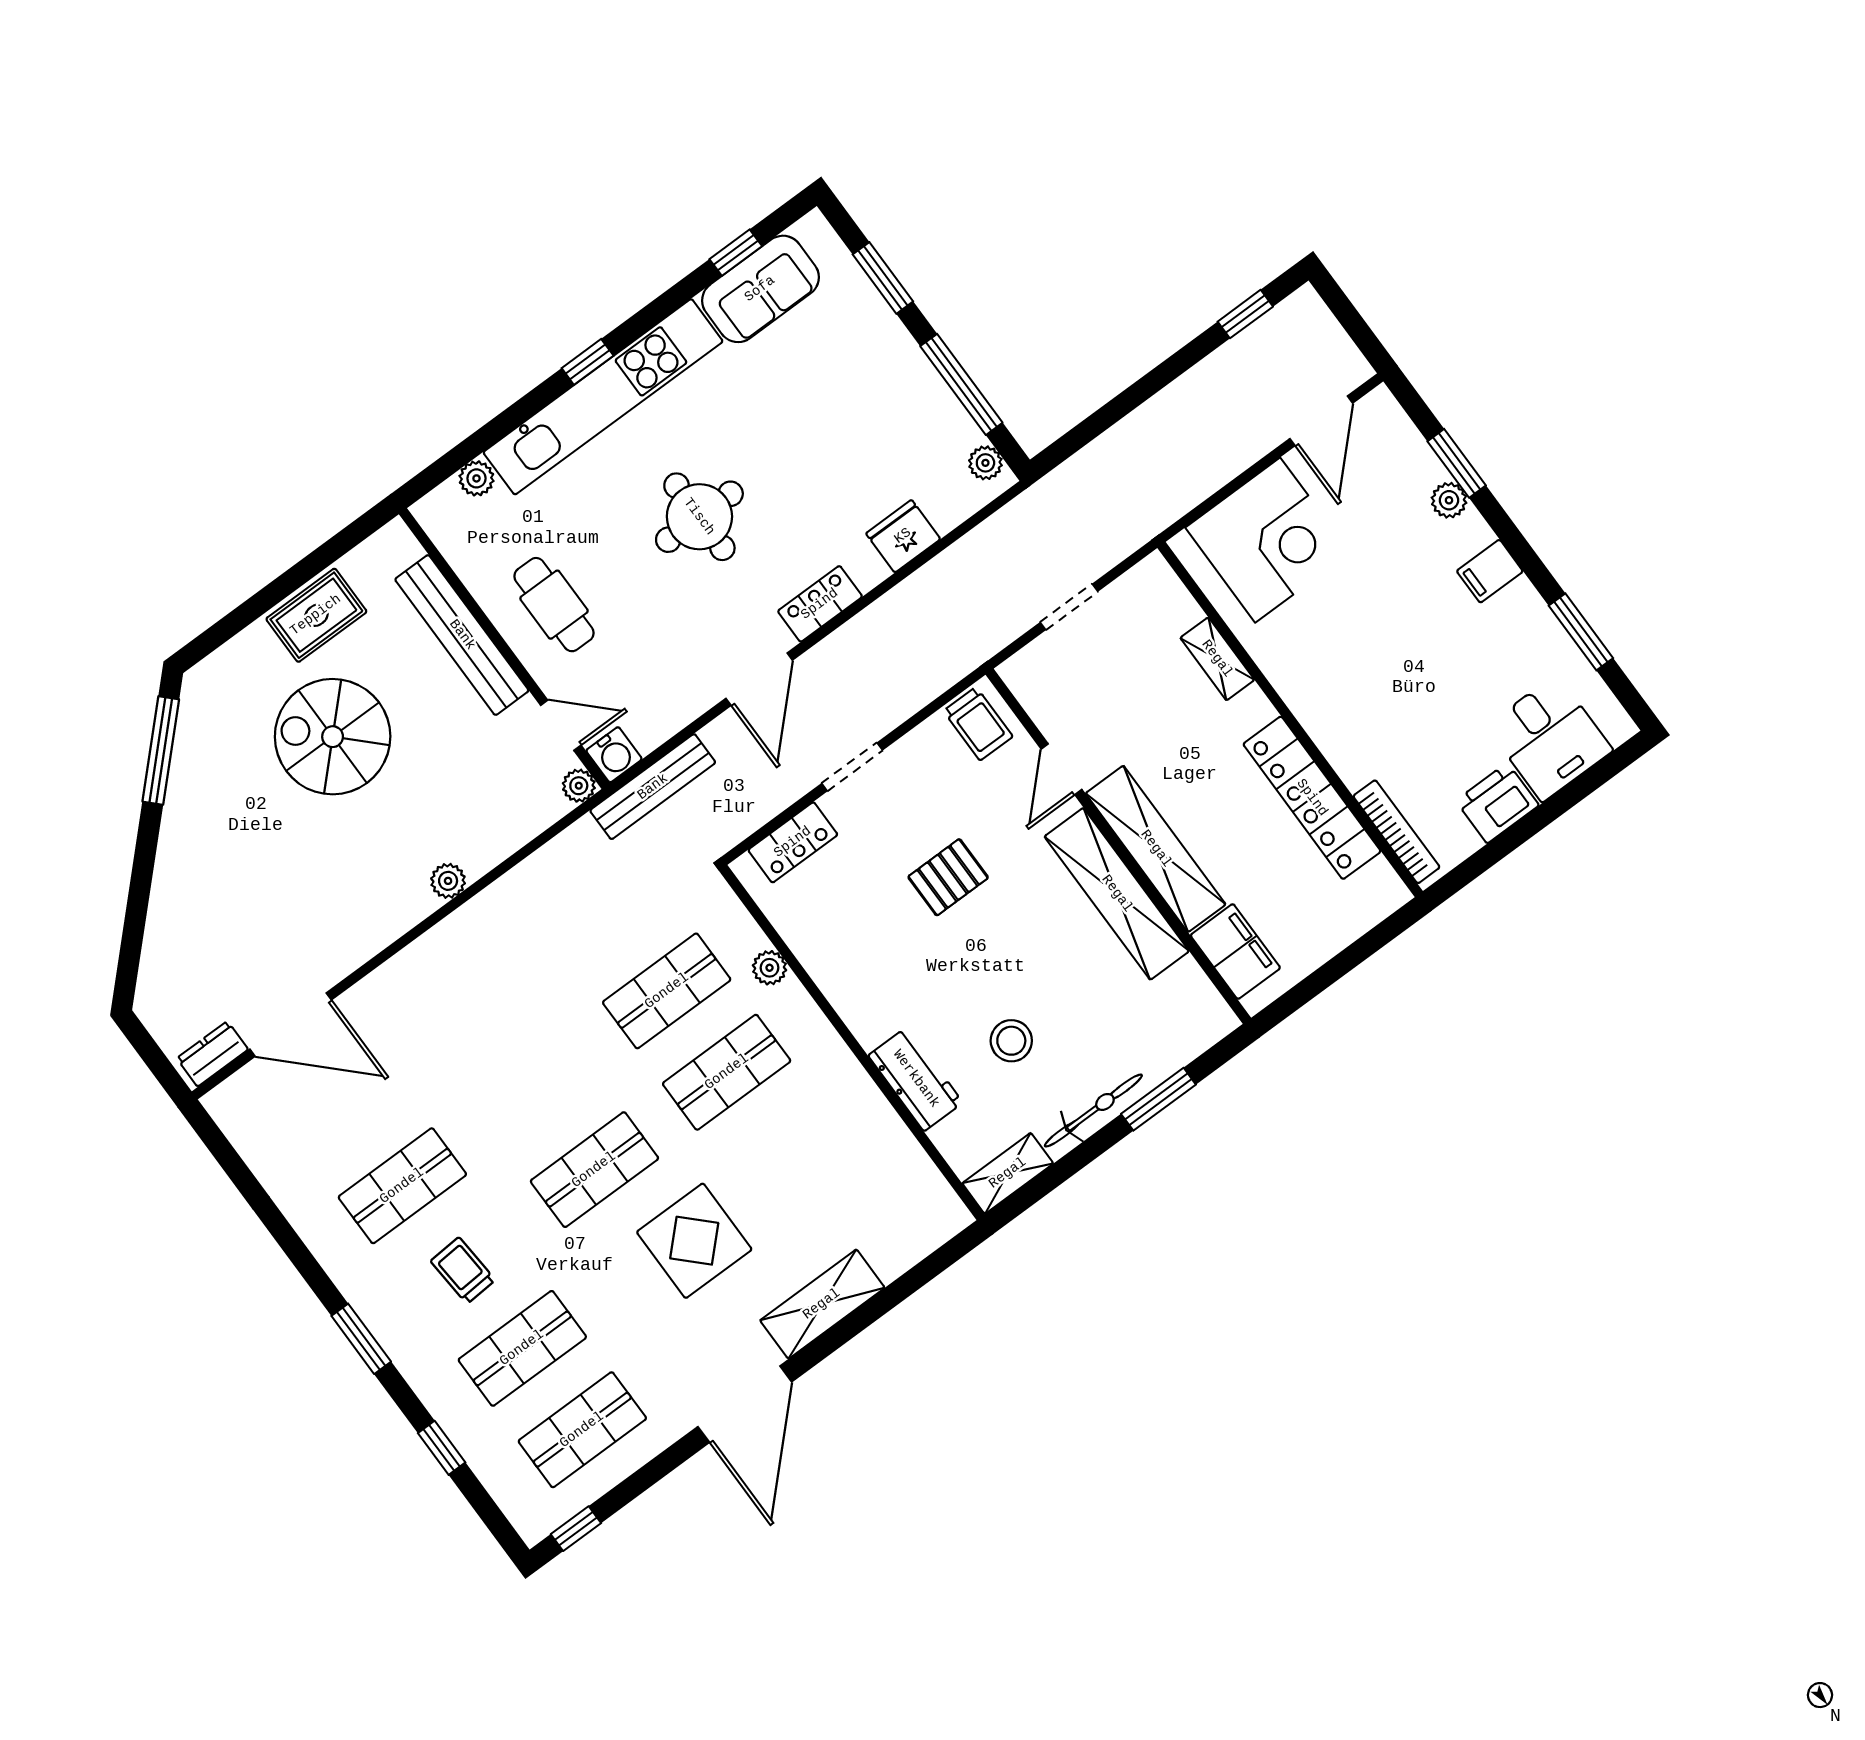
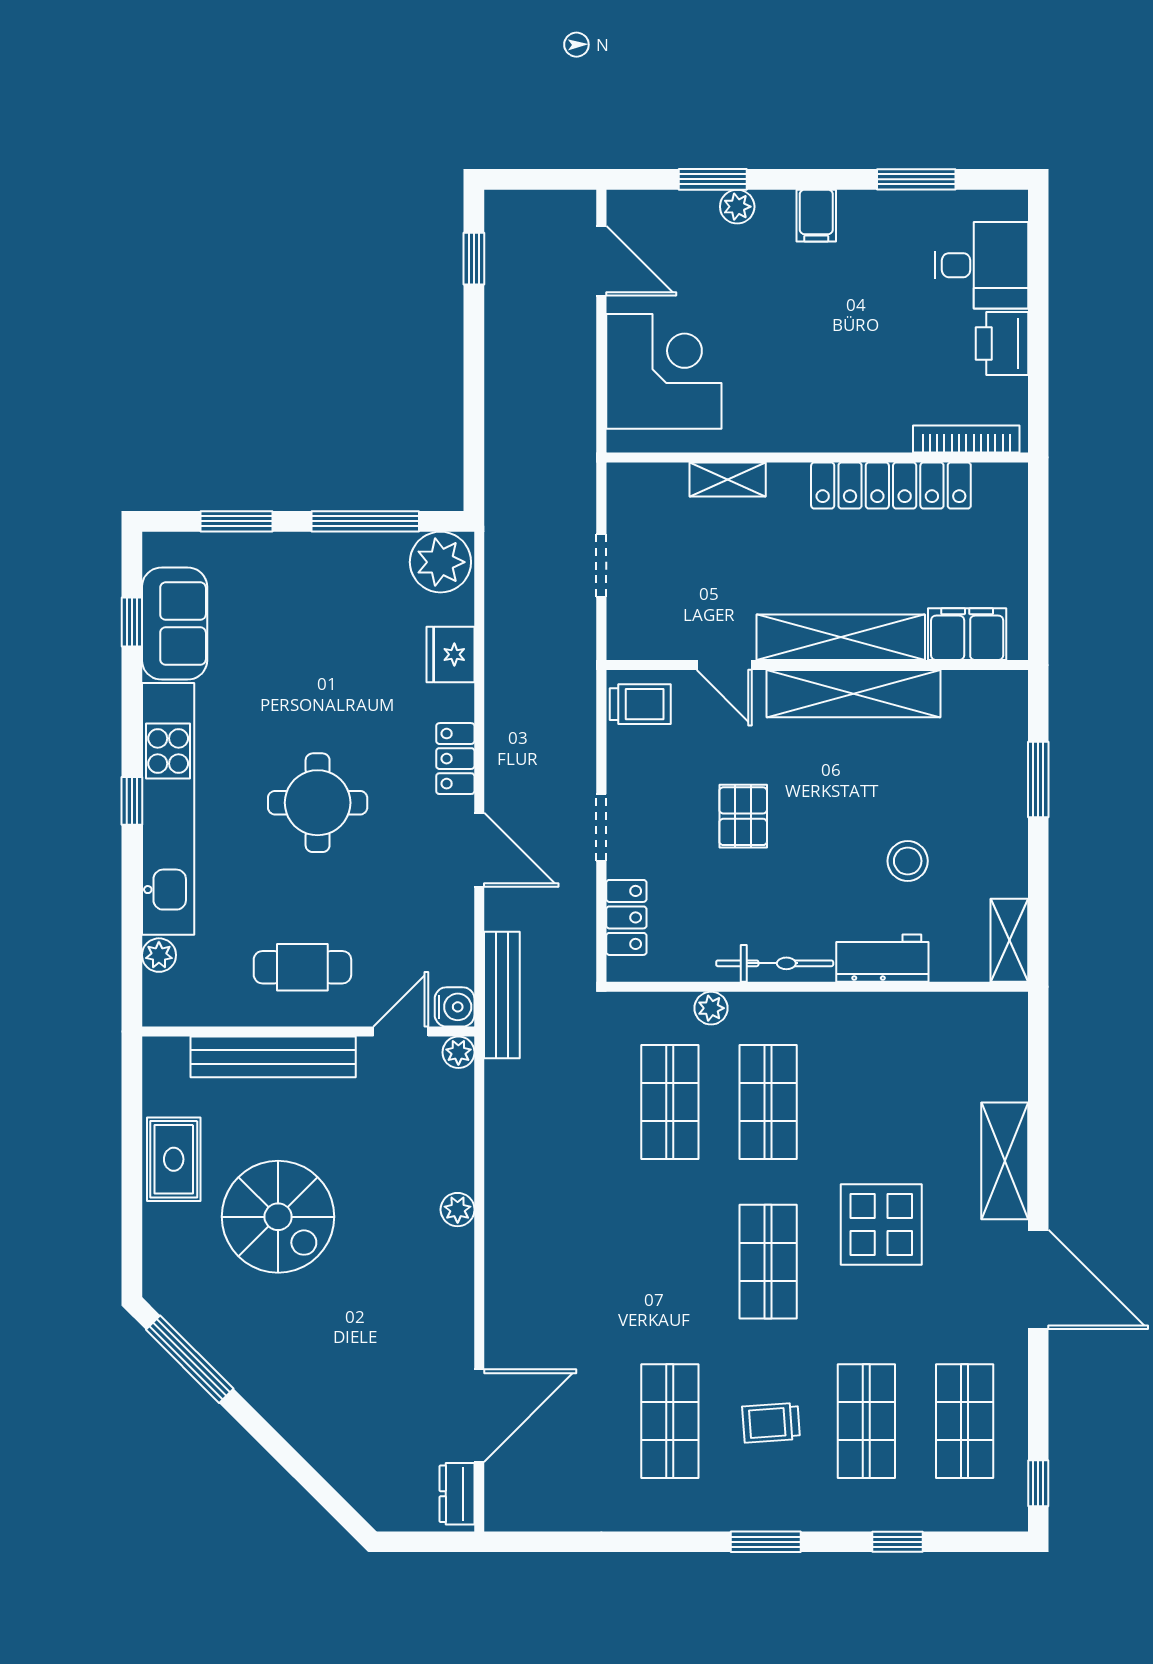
plant: (985, 463) -> (440, 562), width x1.88, depth x1.88
spiral stairs: (333, 737) -> (278, 1217), turned -90
bicycle: (1093, 1111) -> (775, 963), moved, turned 90

